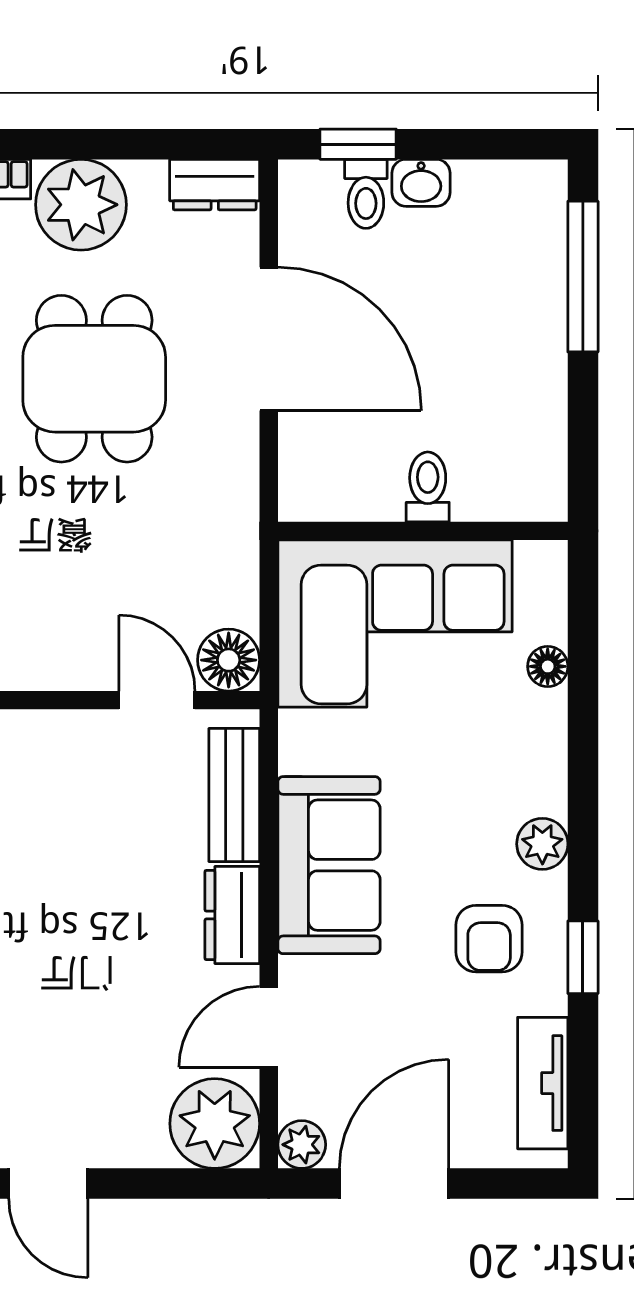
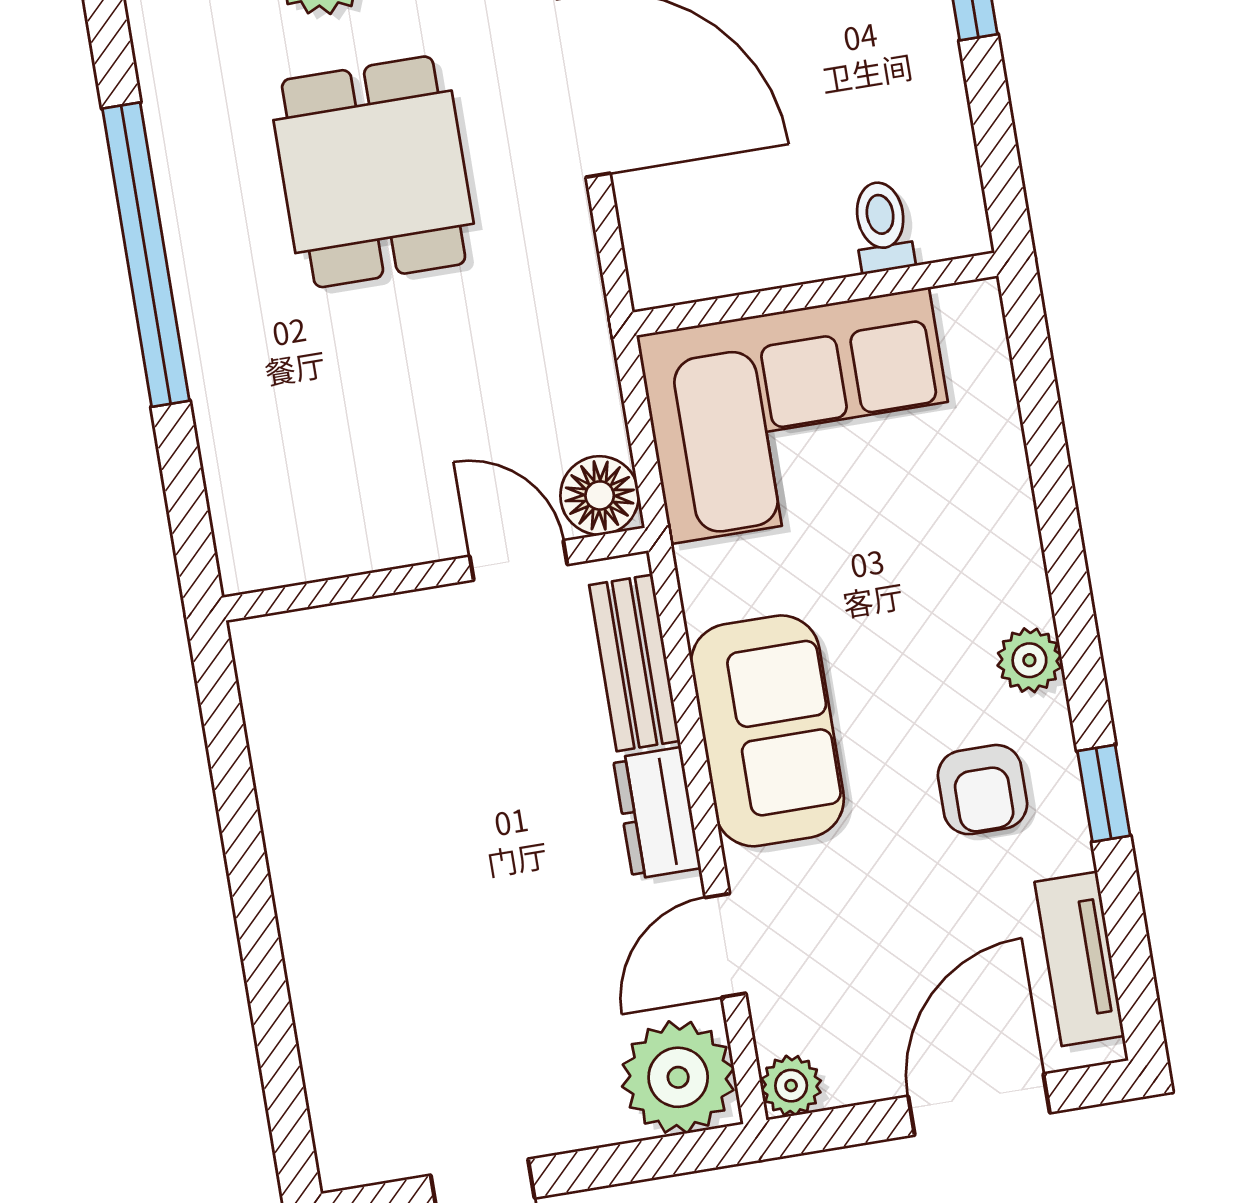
toilet: (428, 487) -> (882, 227), moved
floor lamp: (548, 666) -> (999, 438), removed
door: (394, 1184) -> (979, 1105), moved

